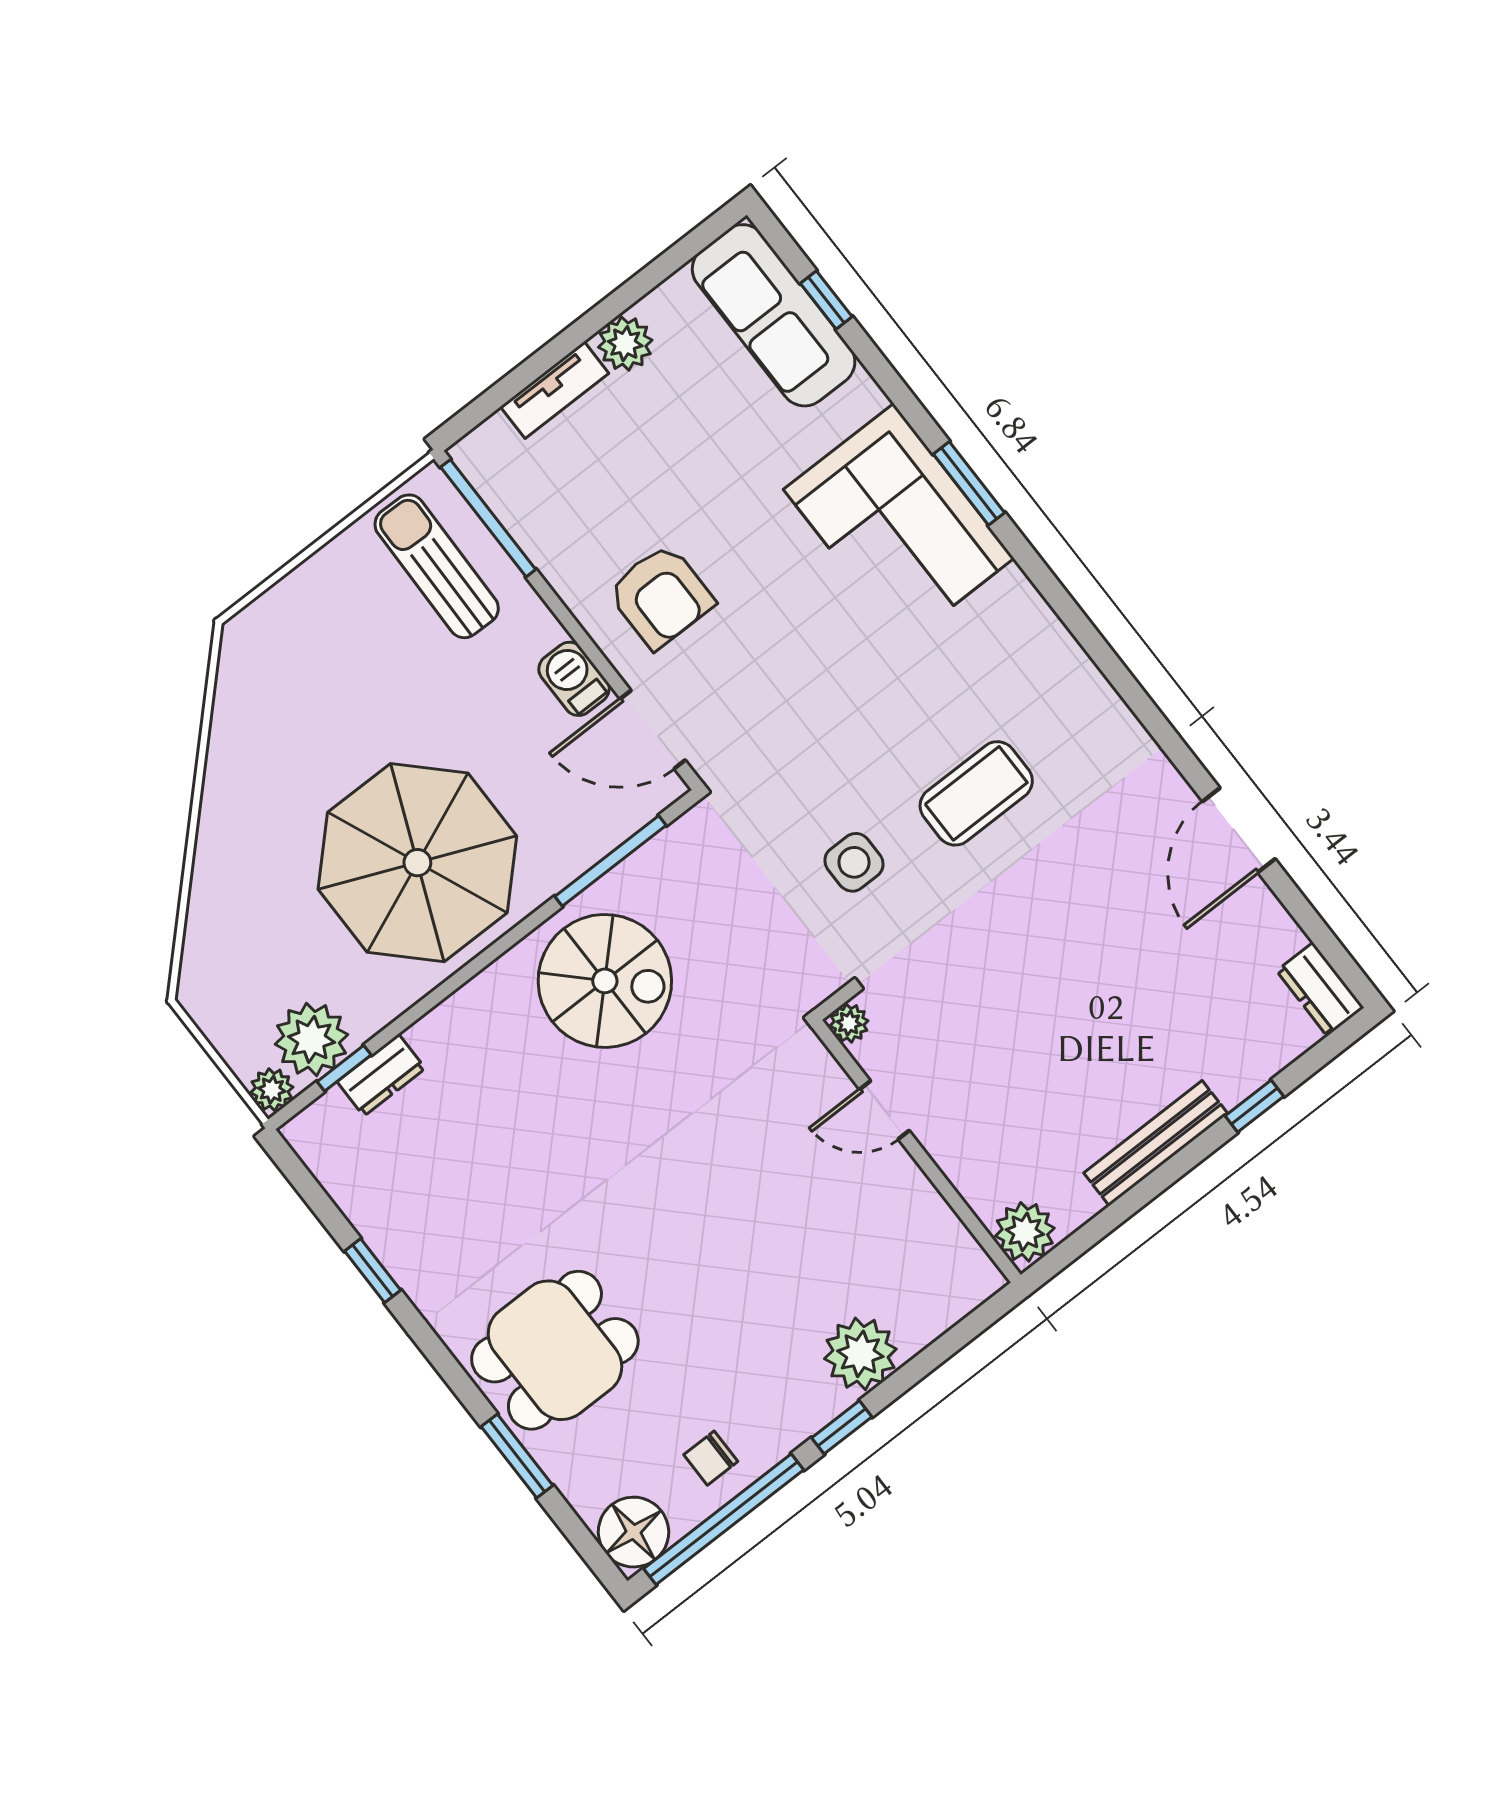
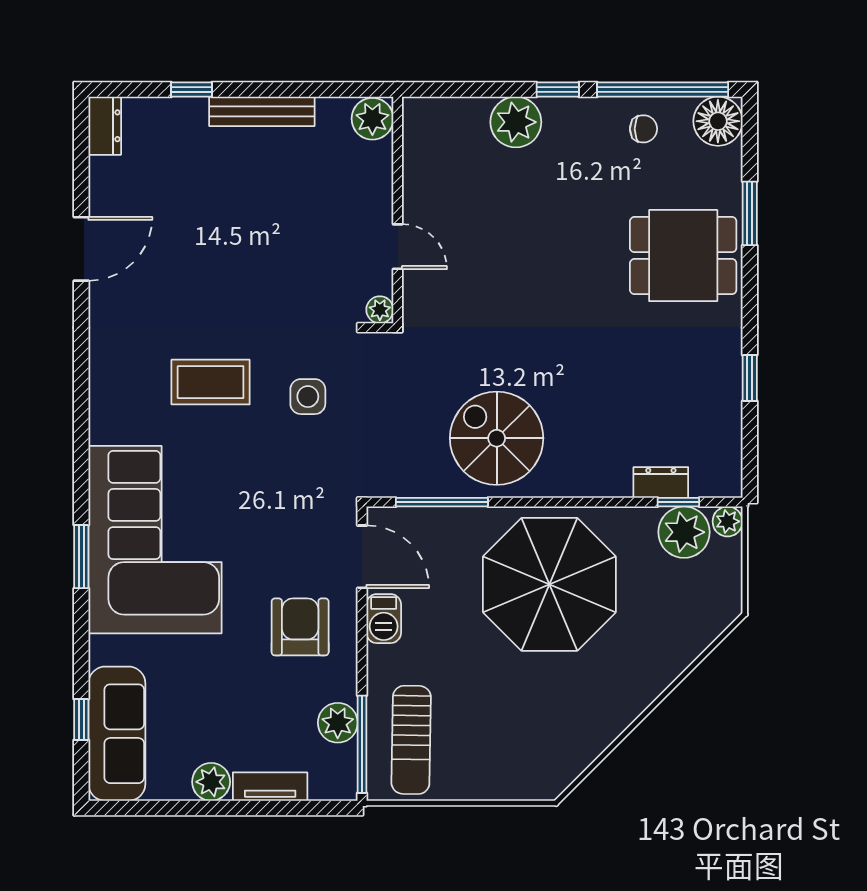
plant: (534, 521) -> (338, 723), added
corner sofa: (899, 524) -> (155, 540), width x1.36, depth x1.36

